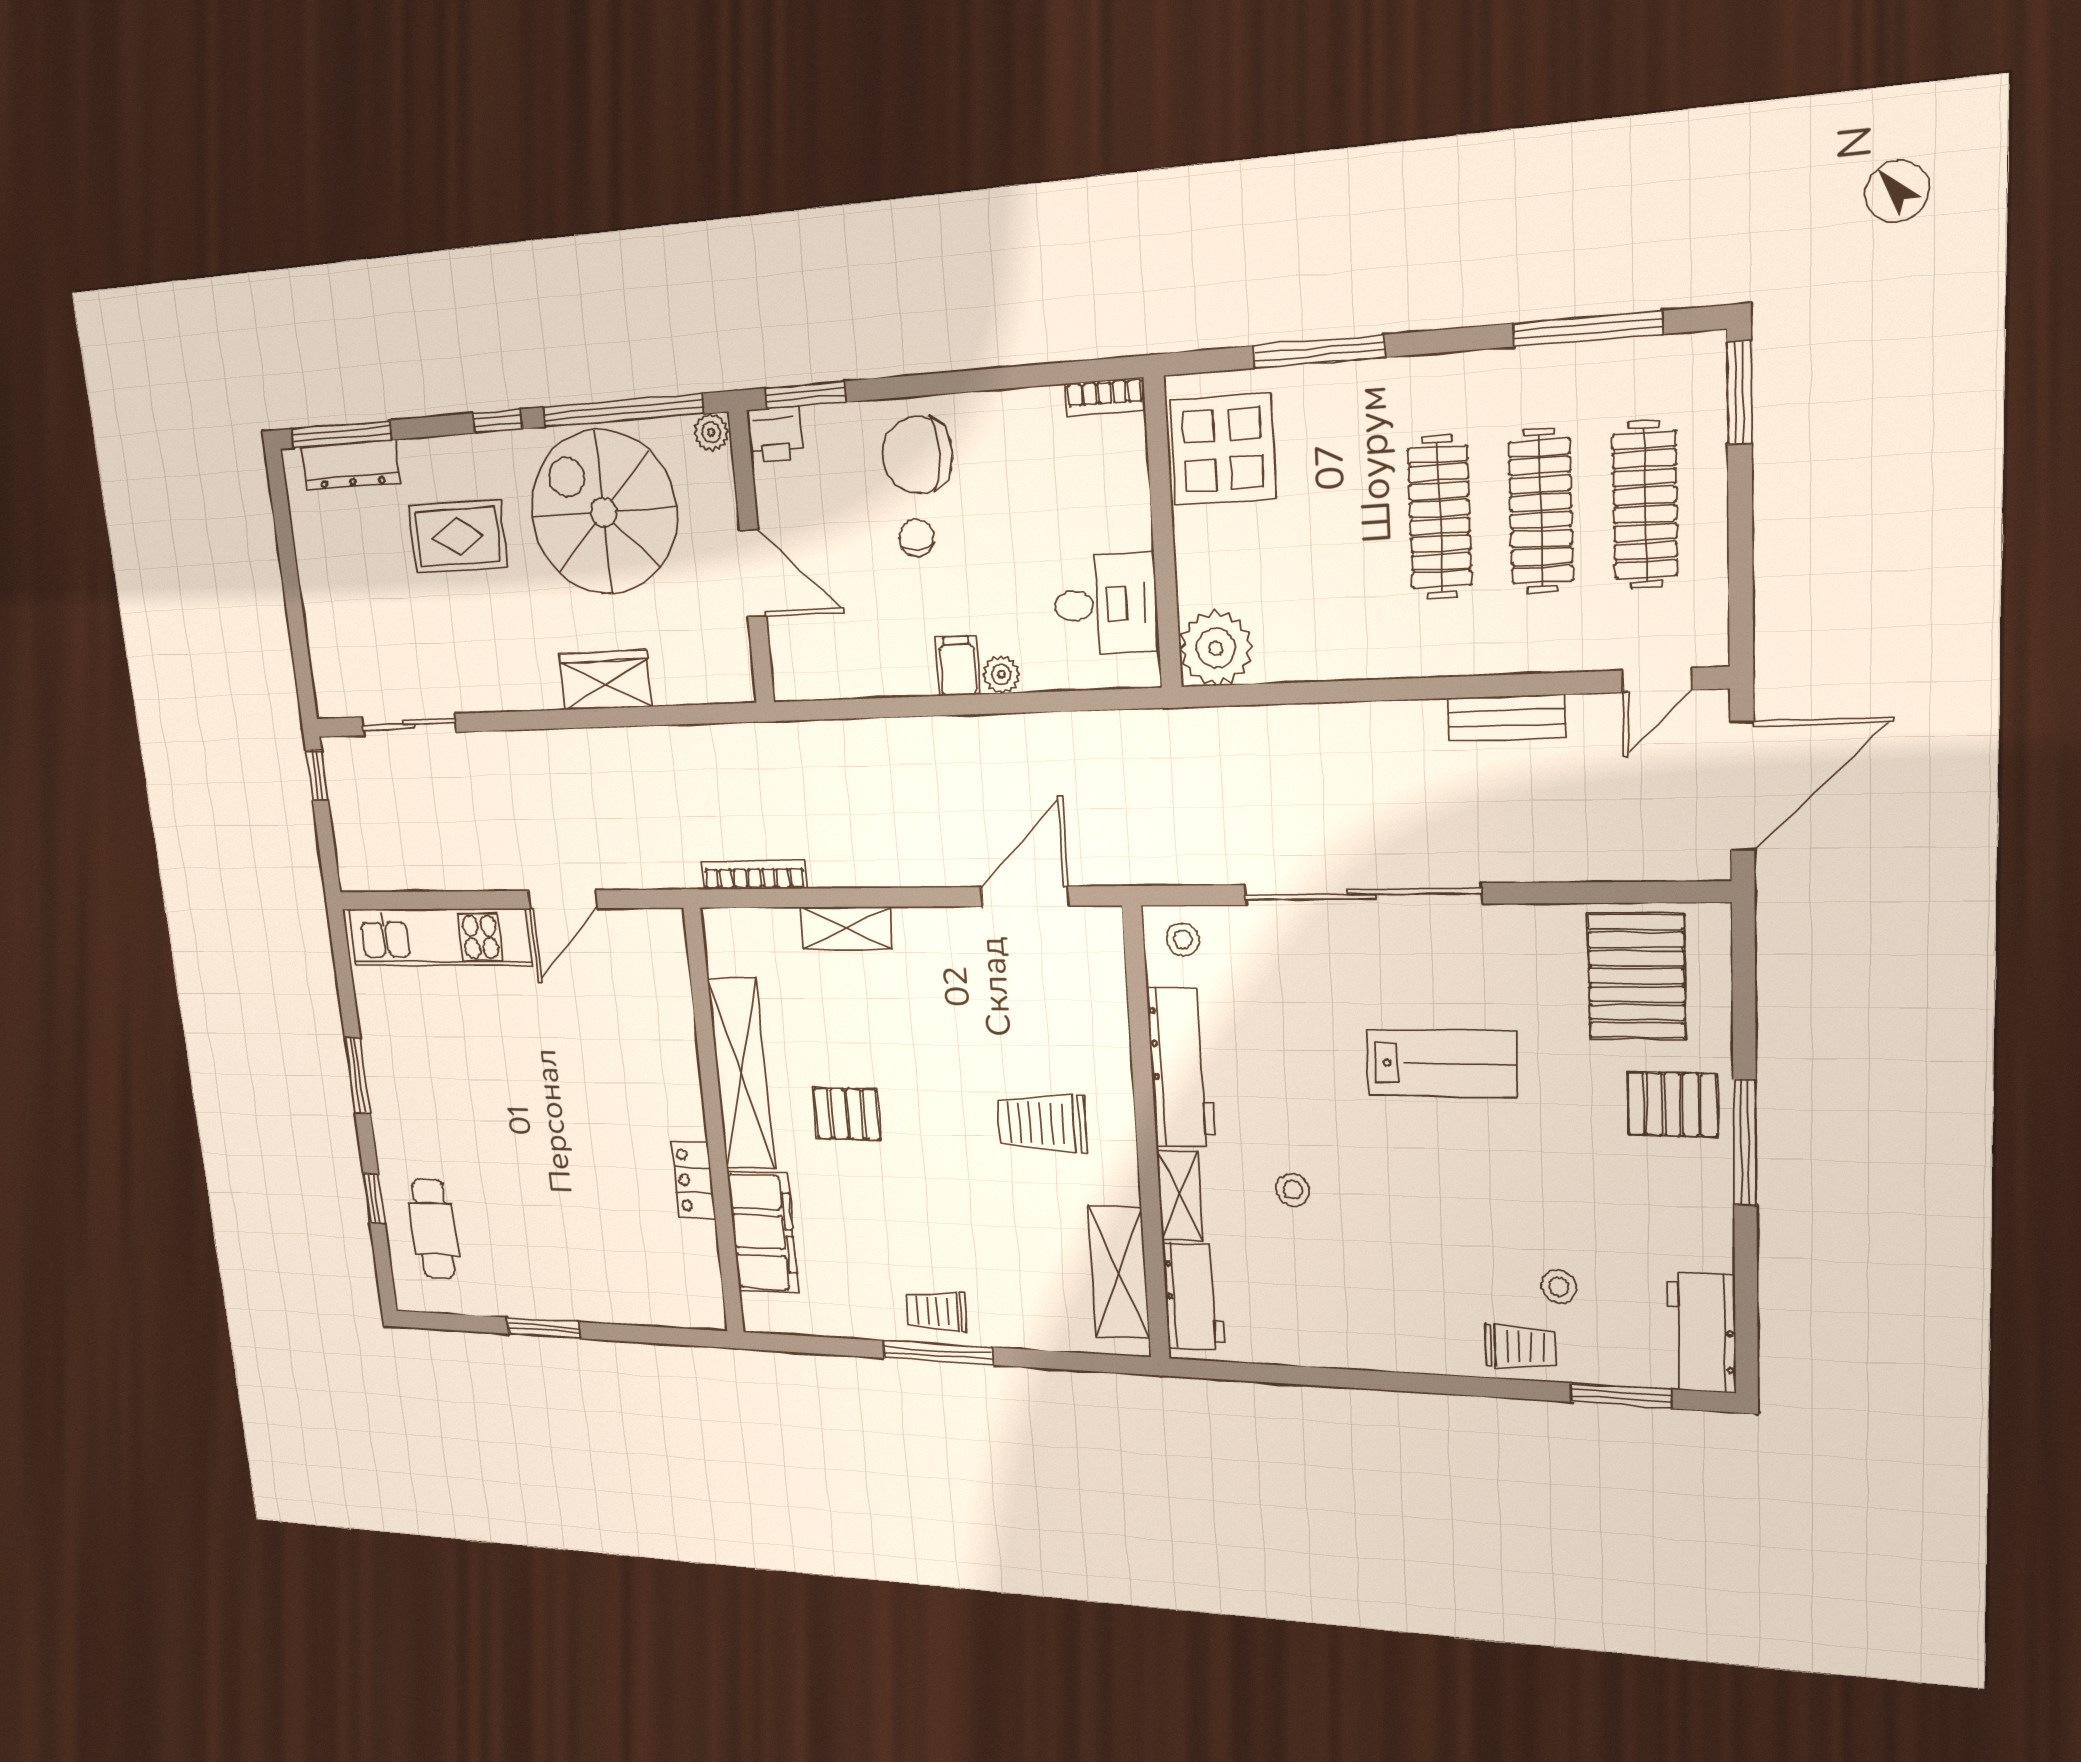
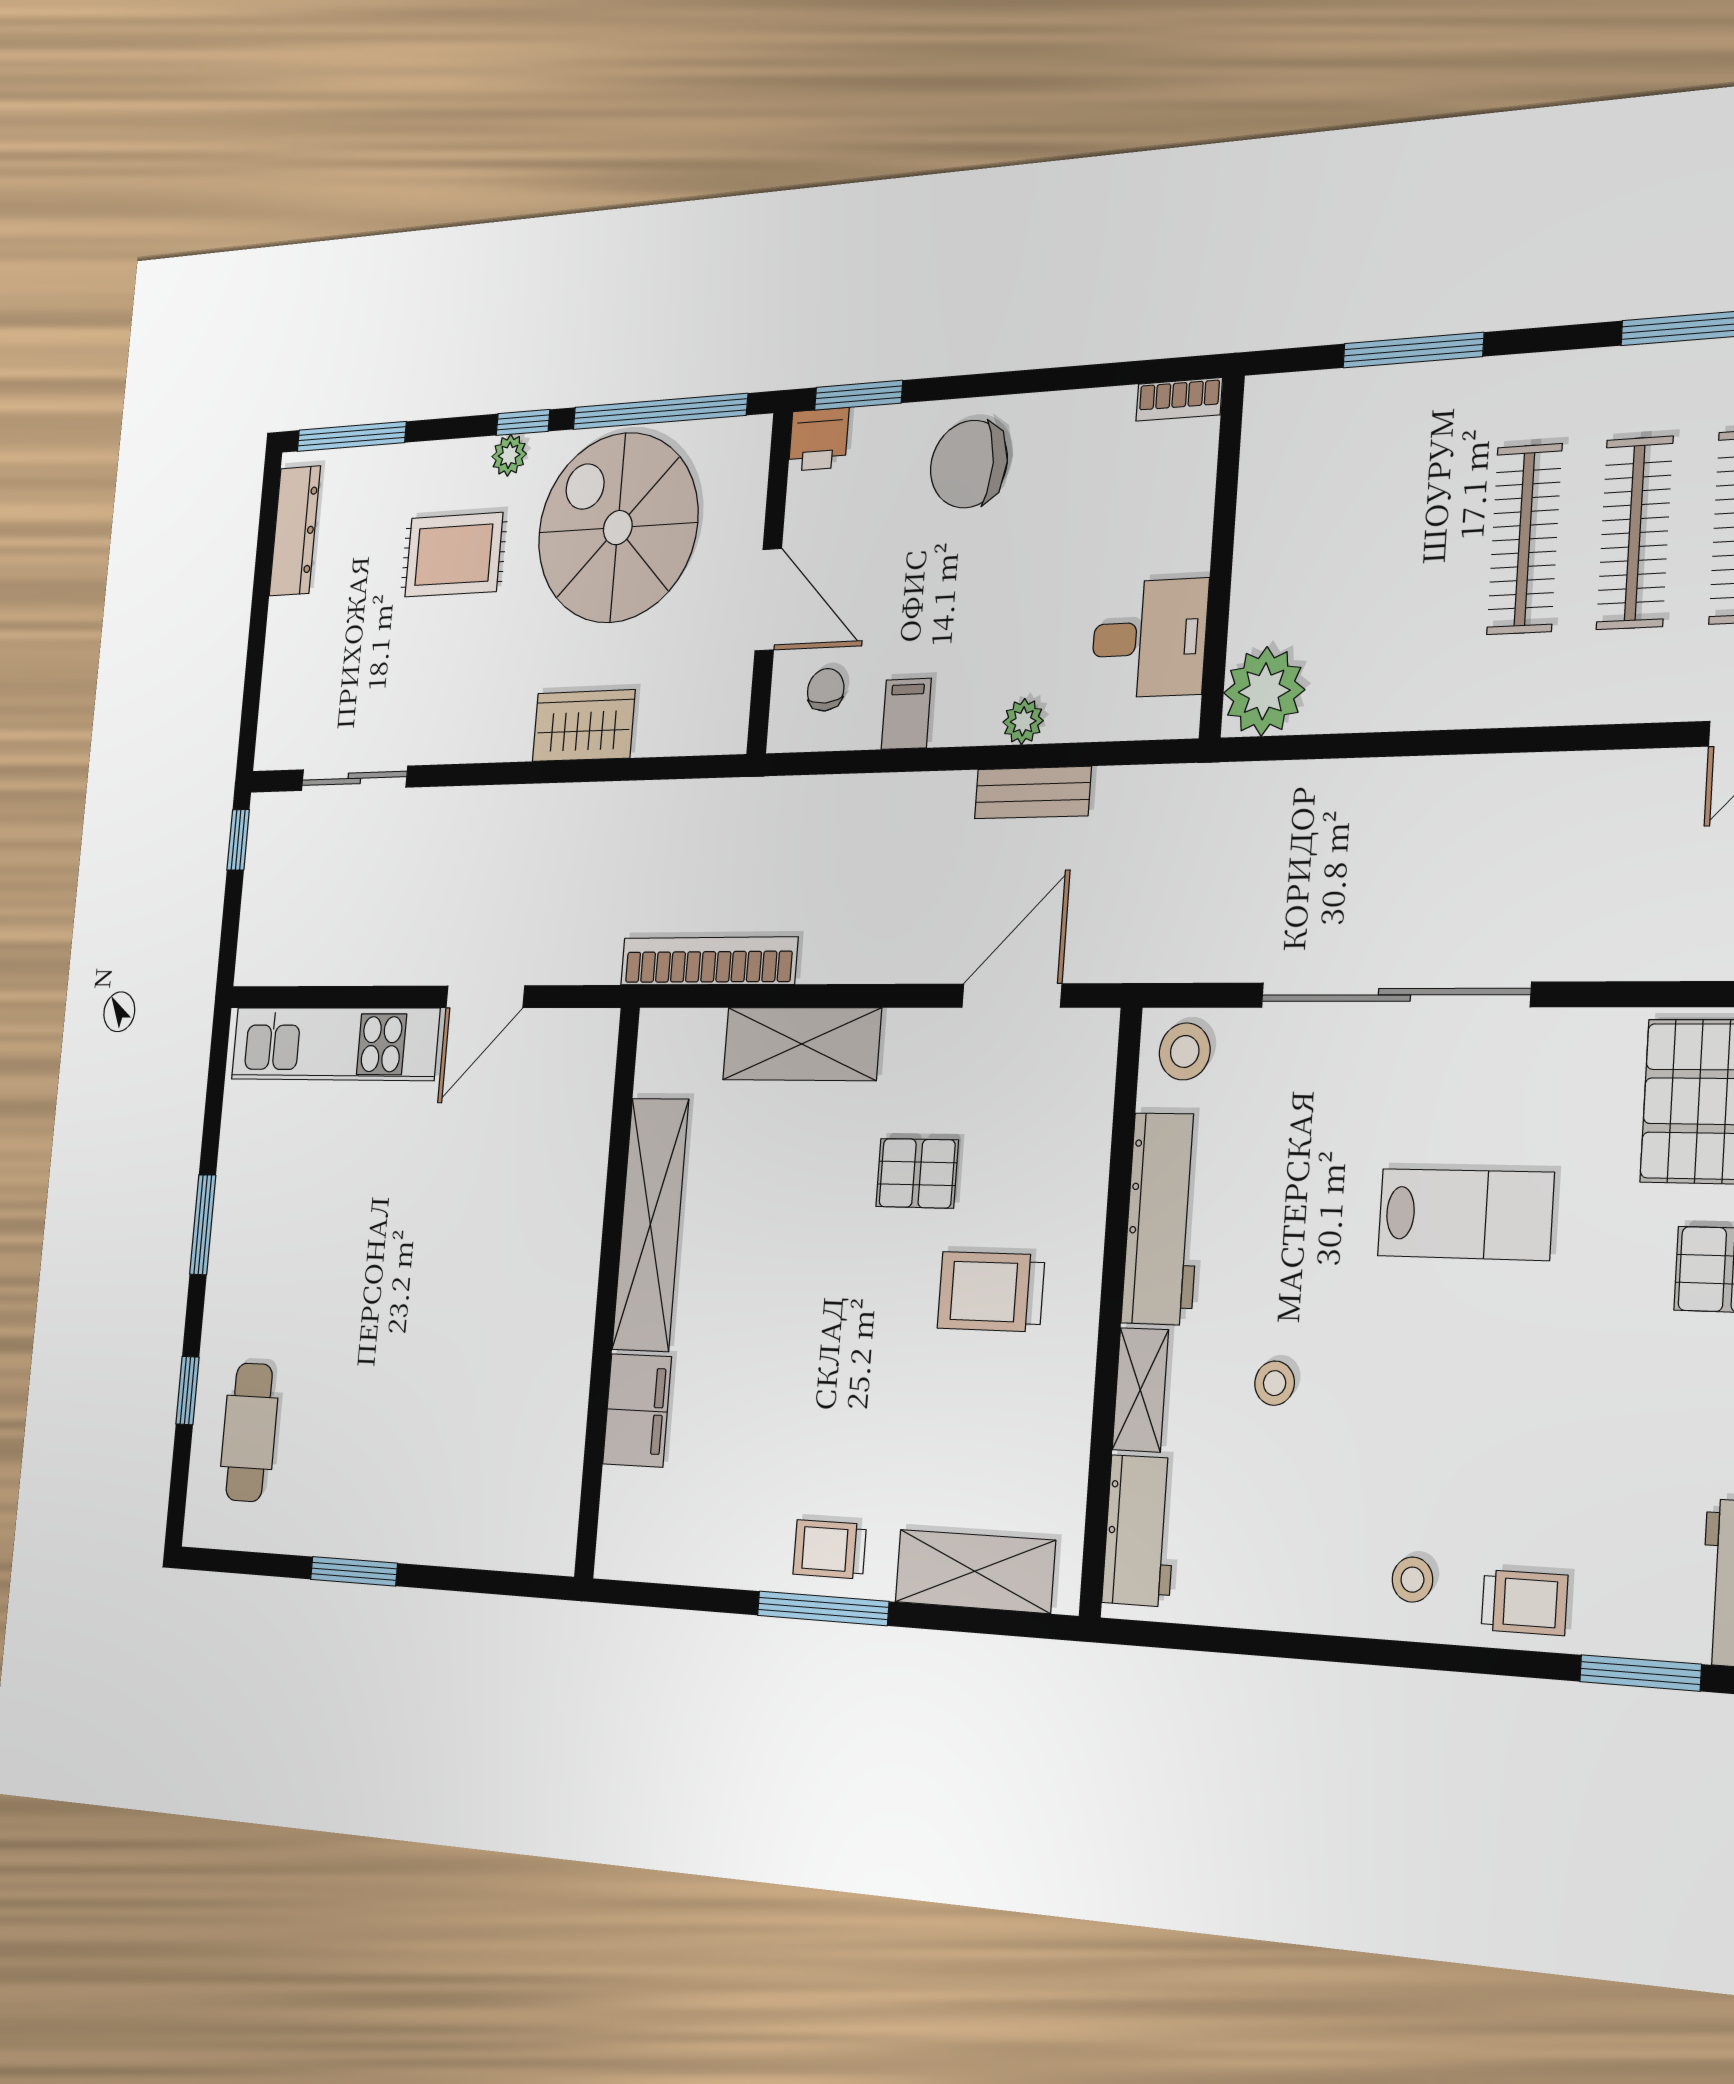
plant: (711, 432) -> (509, 455), moved
display table: (1223, 449) -> (1298, 460), removed
dresser: (351, 465) -> (295, 531), moved, turned -90
chair: (916, 538) -> (826, 690), moved
filing cabinet: (958, 666) -> (906, 714), moved
bench: (1506, 718) -> (1033, 793), moved
bookcase: (754, 875) -> (709, 961), width x1.48, depth x1.31
shelving: (846, 928) -> (802, 1044), width x1.50, depth x1.33
stool: (1183, 939) -> (1185, 1051), width x1.37, depth x1.37
pallet: (847, 1114) -> (917, 1173), moved
locker: (693, 1180) -> (570, 1367), removed
filing cabinet: (763, 1232) -> (637, 1410), width x0.67, depth x0.86
shelving: (1119, 1272) -> (975, 1571), moved, turned 90
stool: (1559, 1287) -> (1412, 1580), moved

